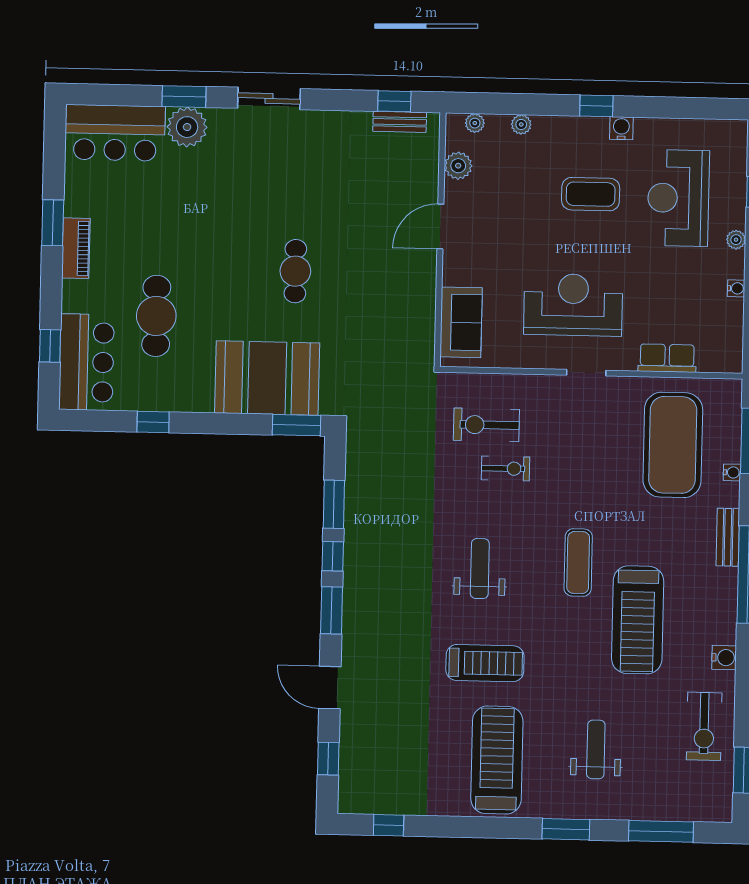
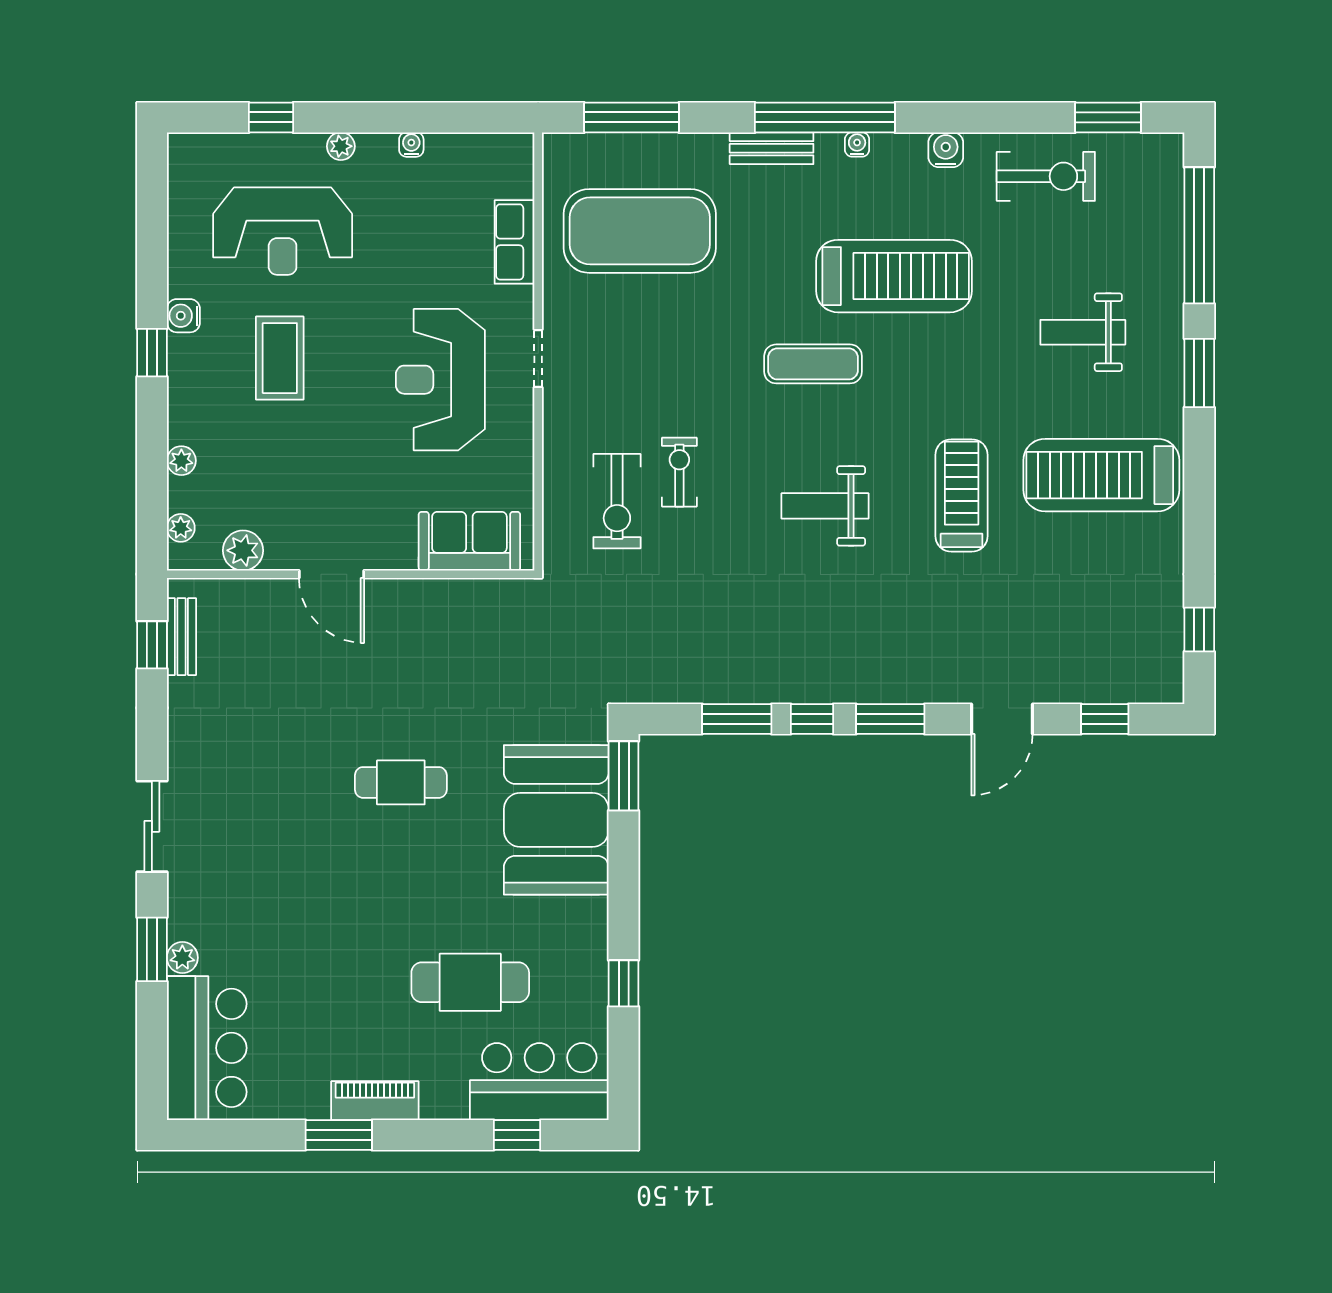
plant: (187, 127) -> (182, 958), width x0.53, depth x0.53
water cooler: (732, 472) -> (857, 144), moved
window: (661, 831) -> (1199, 235), width x1.46

